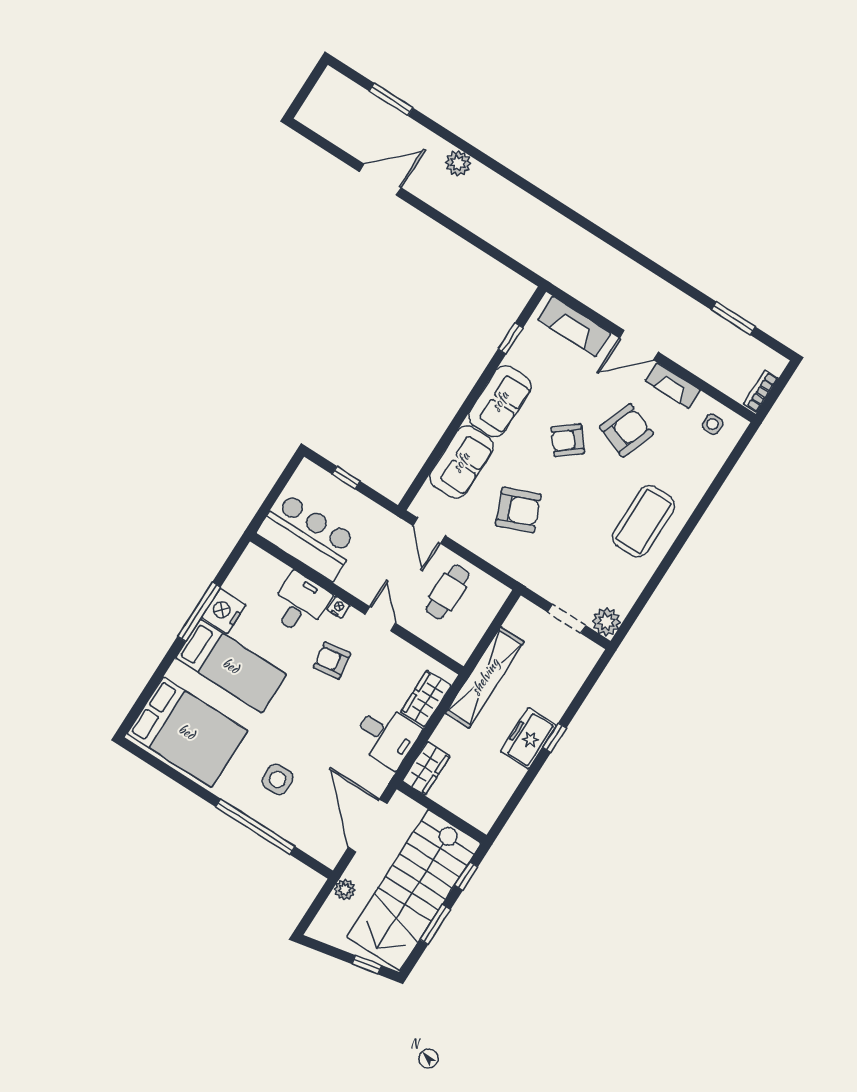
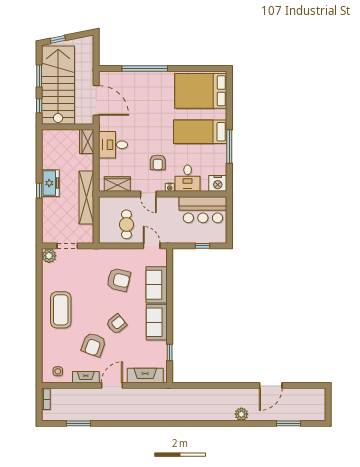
armchair: (518, 510) -> (119, 280), turned -145
nightstand: (224, 611) -> (218, 183), moved, turned 90
armchair: (332, 660) -> (158, 162), turned 98
wardrobe: (426, 699) -> (117, 184), moved, turned -90
side table: (278, 779) -> (148, 95), removed
plant: (345, 889) -> (88, 66), removed

